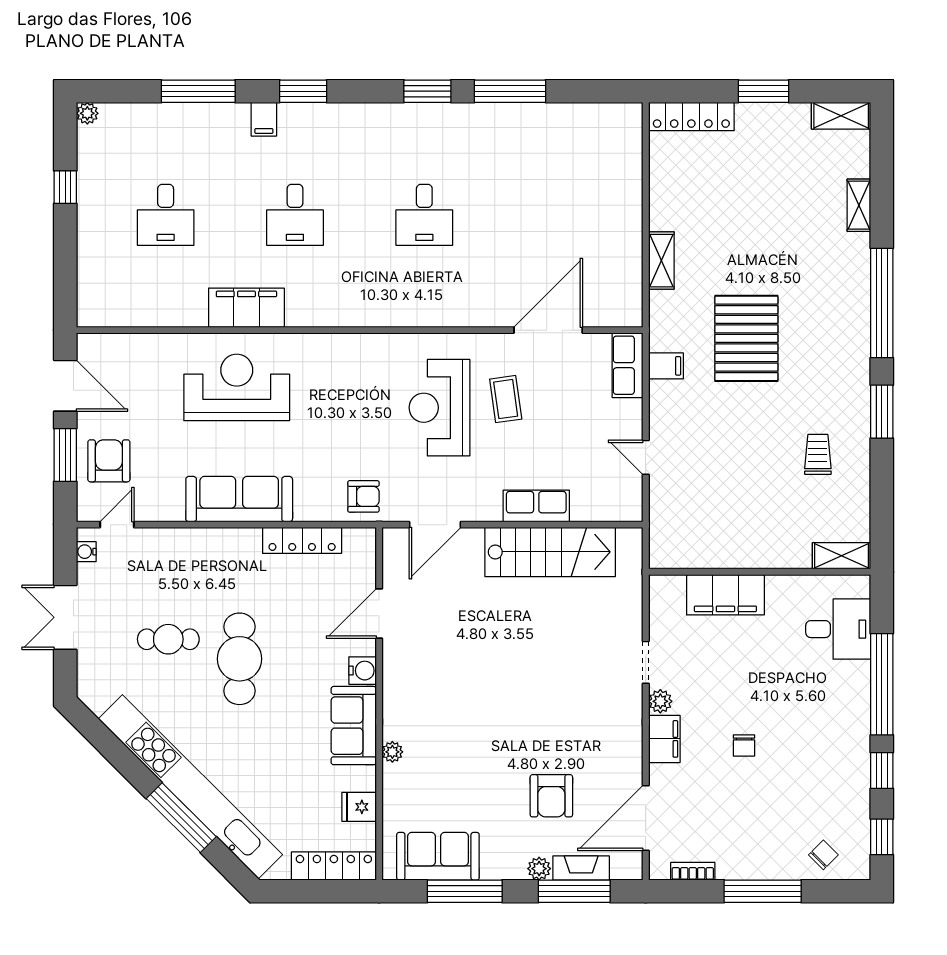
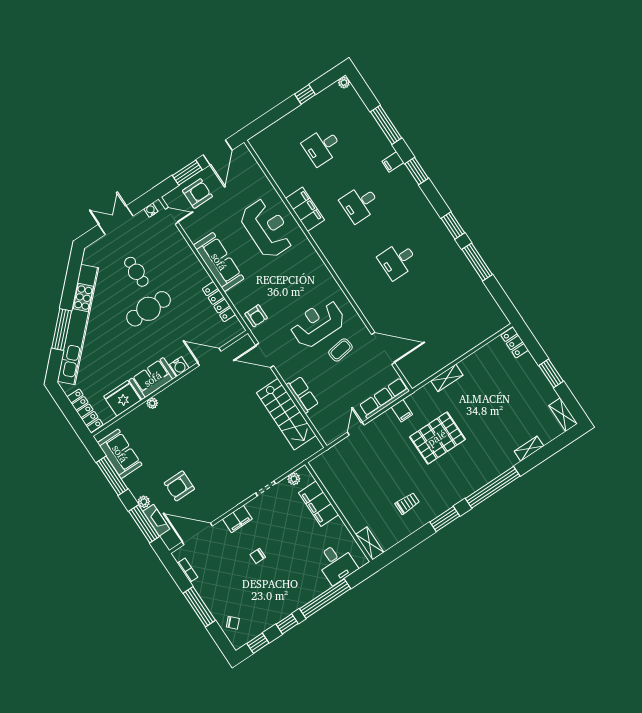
locker: (691, 116) -> (515, 343), width x0.66
row of seats: (628, 365) -> (384, 398), width x1.48
plant: (660, 701) -> (294, 479), moved
fridge: (359, 807) -> (122, 398), width x1.88, depth x1.34

